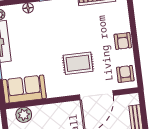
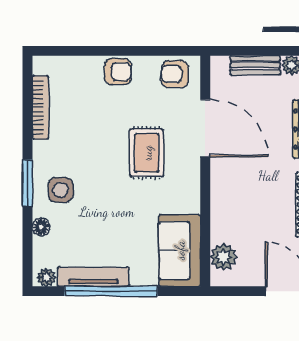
side table: (51, 16) -> (61, 190), added

